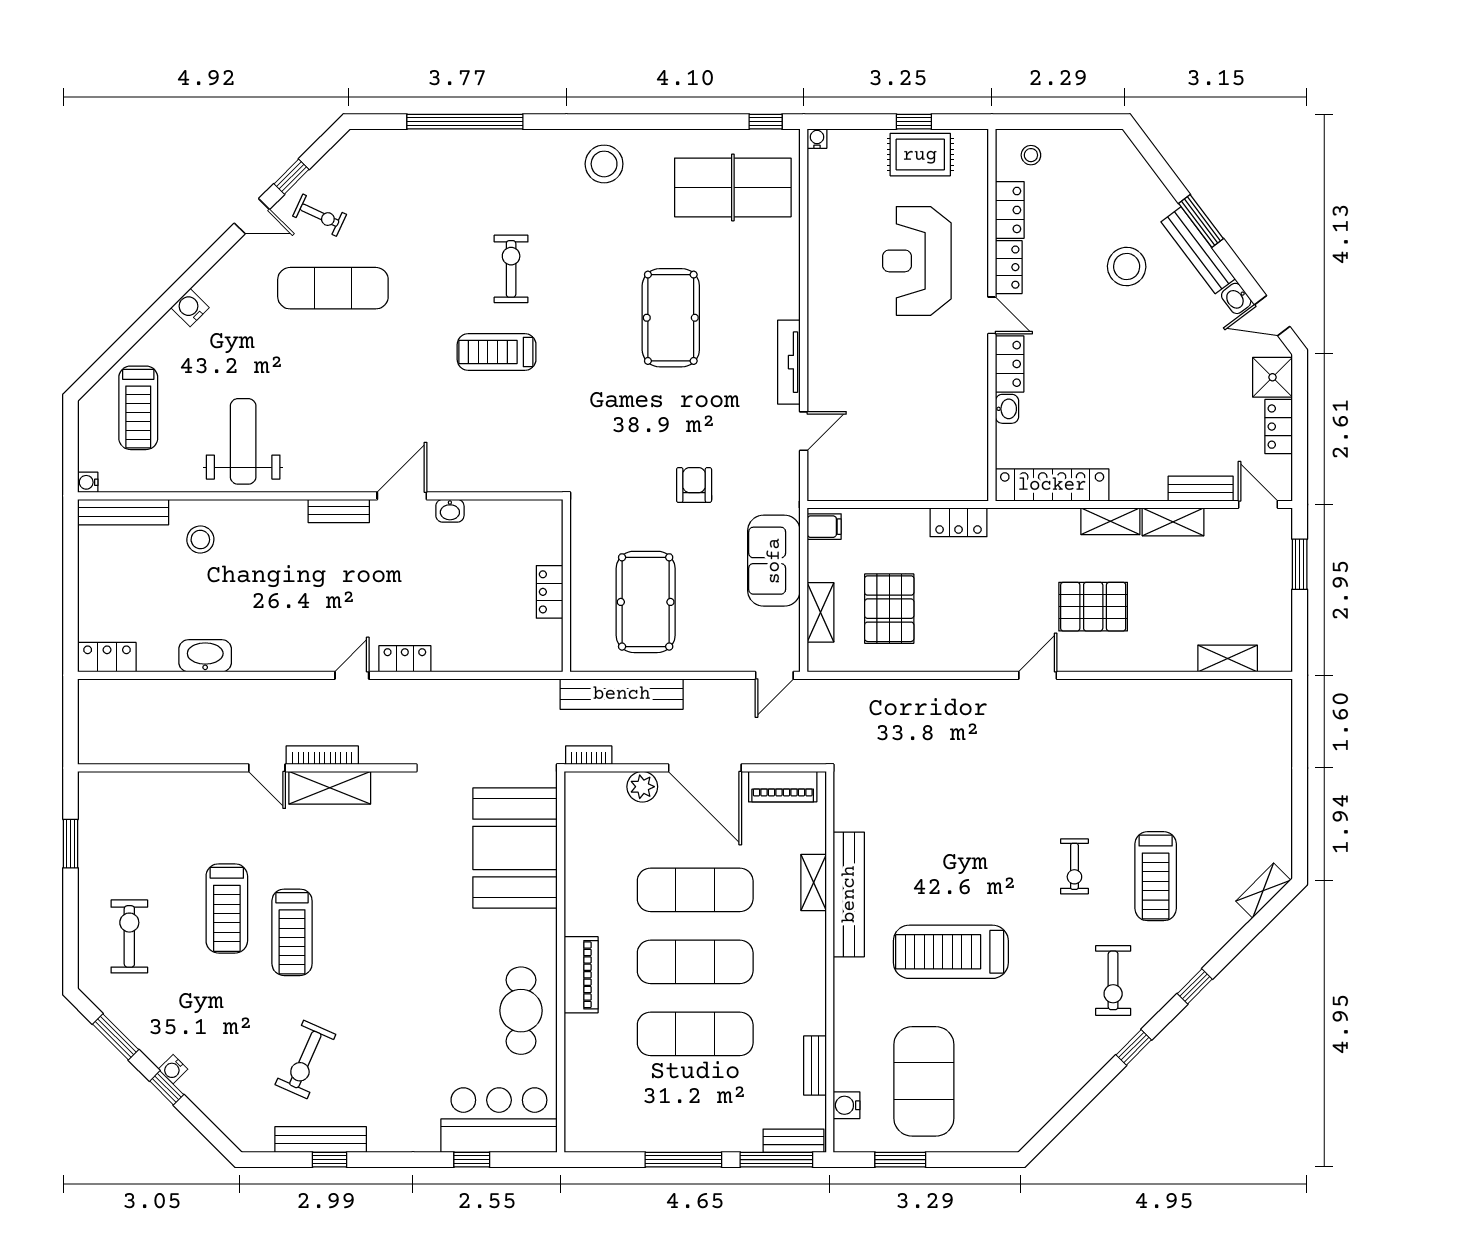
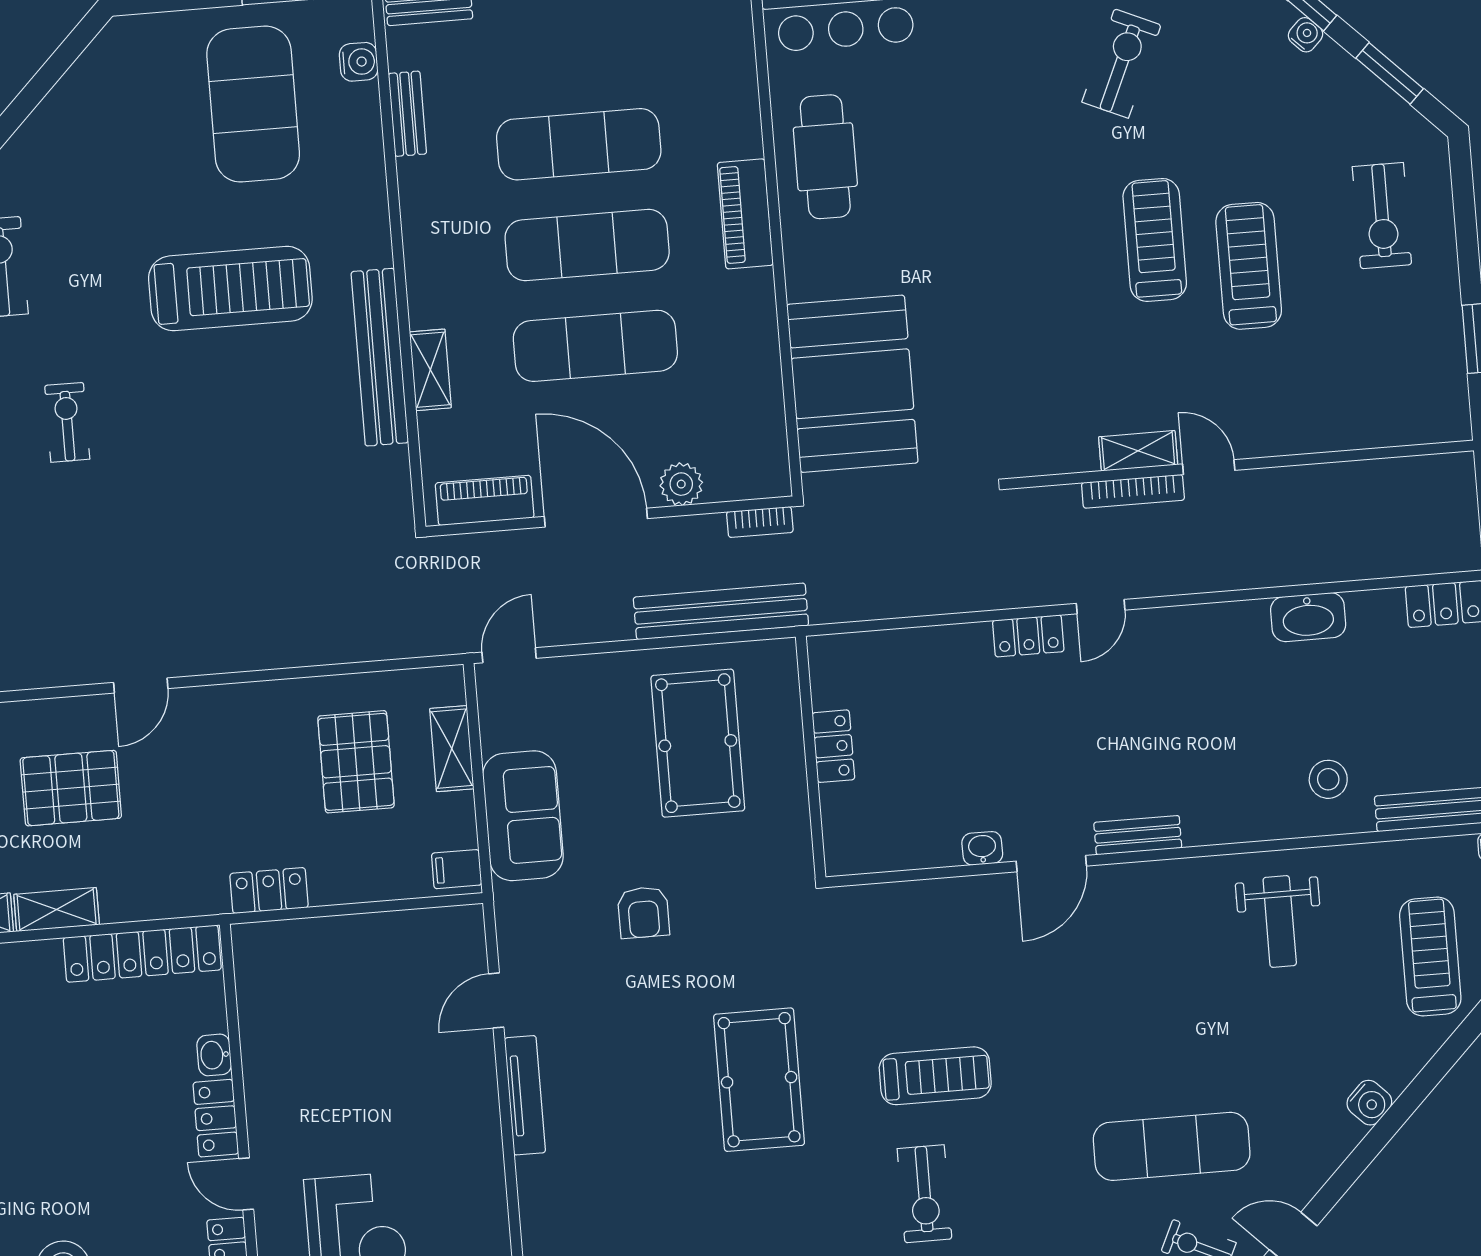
pool table: (671, 318) -> (759, 1080), moved
weight bench: (243, 441) -> (1280, 921), width x0.73, depth x0.75
shelving: (330, 788) -> (1138, 451), width x0.67, depth x0.75

